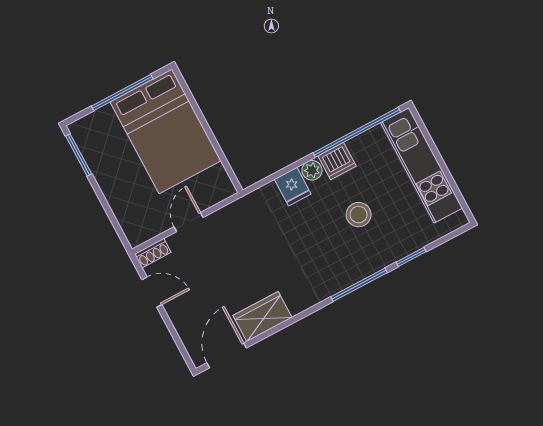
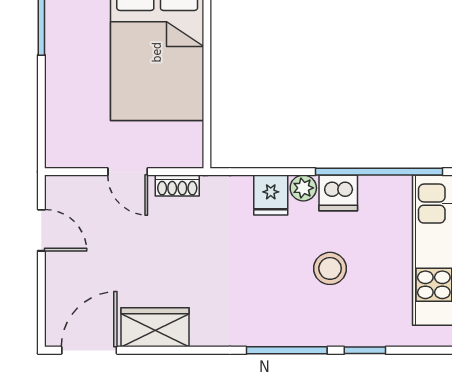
door: (189, 222) -> (128, 172), swing flipped
shoe rack: (153, 253) -> (177, 186), moved

